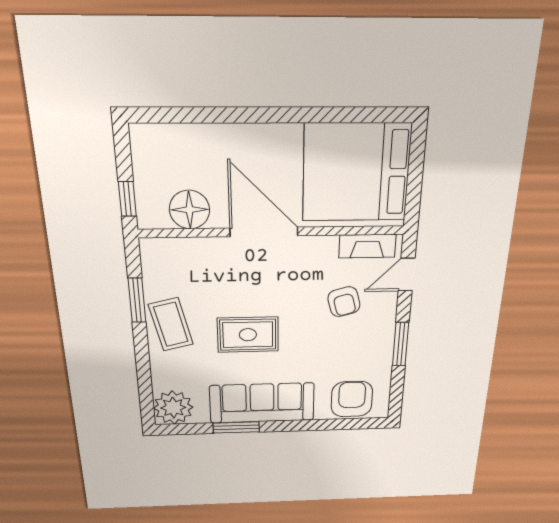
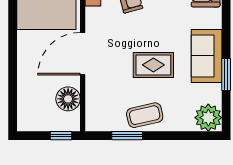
rug: (248, 335) -> (153, 65), turned 90
sofa: (262, 403) -> (207, 56), width x0.73

